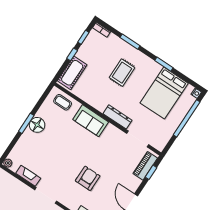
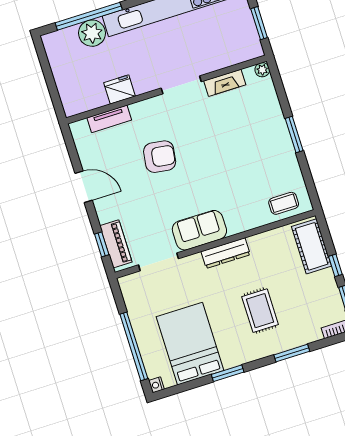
dresser: (117, 117) -> (226, 253), moved
sofa: (91, 121) -> (199, 230), moved
floor lamp: (37, 125) -> (281, 147), removed
armchair: (88, 178) -> (160, 157), turned -82

